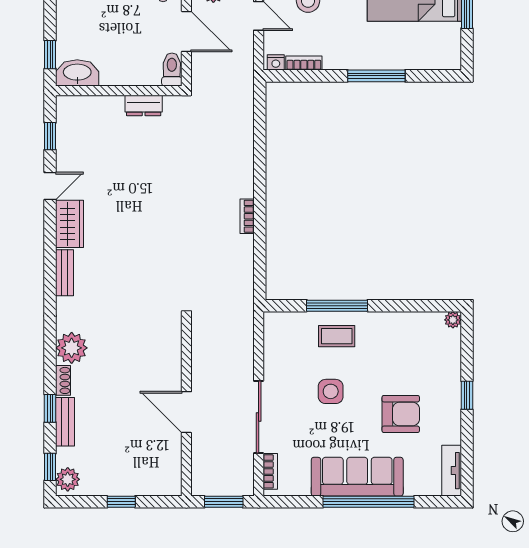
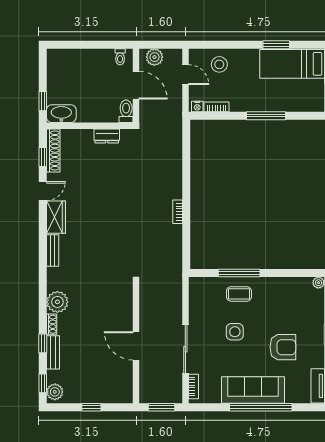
shoe rack: (65, 127) -> (53, 150), added

